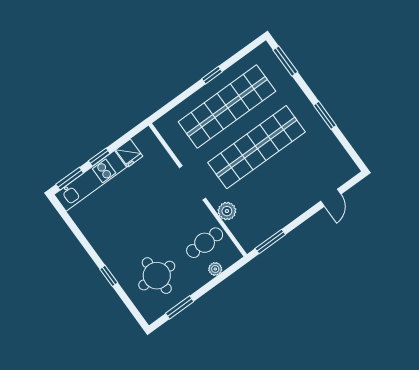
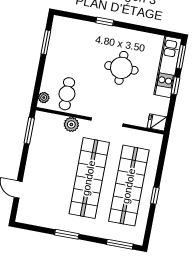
fridge: (129, 153) -> (157, 122), moved
plant: (215, 269) -> (44, 98), moved
round table: (157, 276) -> (121, 68), moved

